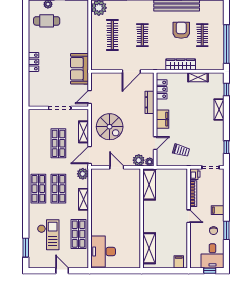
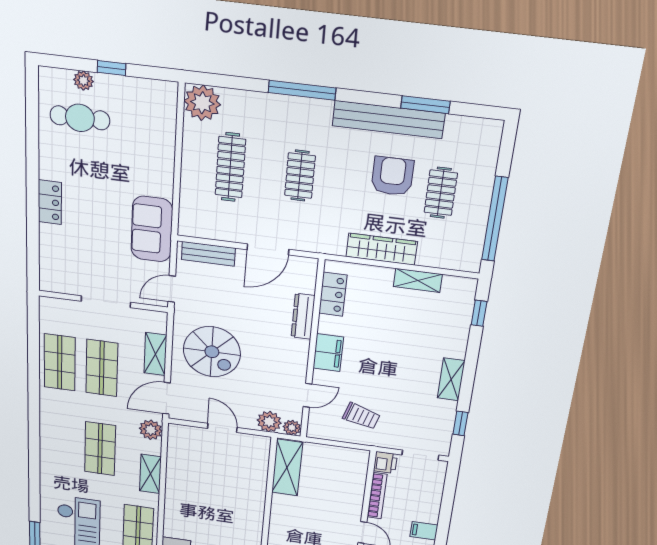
bench: (105, 77) -> (208, 254), added
shelving: (219, 110) -> (451, 379), moved
shop shelf: (38, 189) -> (60, 362), moved

